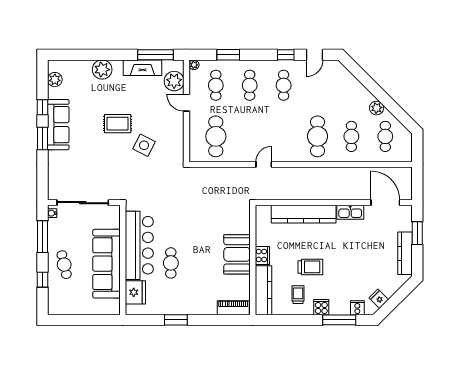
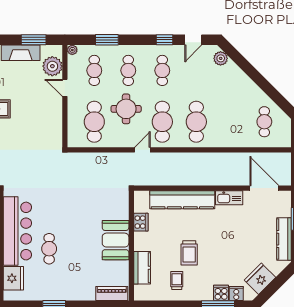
window: (155, 55) -> (34, 40), width x0.69
plant: (377, 108) -> (221, 58), moved
round table: (248, 124) -> (126, 109), added
cafe table: (351, 136) -> (162, 122), moved, width x1.37, depth x1.35
side table: (144, 145) -> (22, 131), removed
cooker: (262, 255) -> (141, 222), moved
trolley: (310, 267) -> (189, 253), turned 90
kitchen counter: (263, 290) -> (142, 268), width x0.67
fridge: (379, 299) -> (260, 279), width x1.88, depth x1.34
cooker: (321, 307) -> (221, 293), moved

